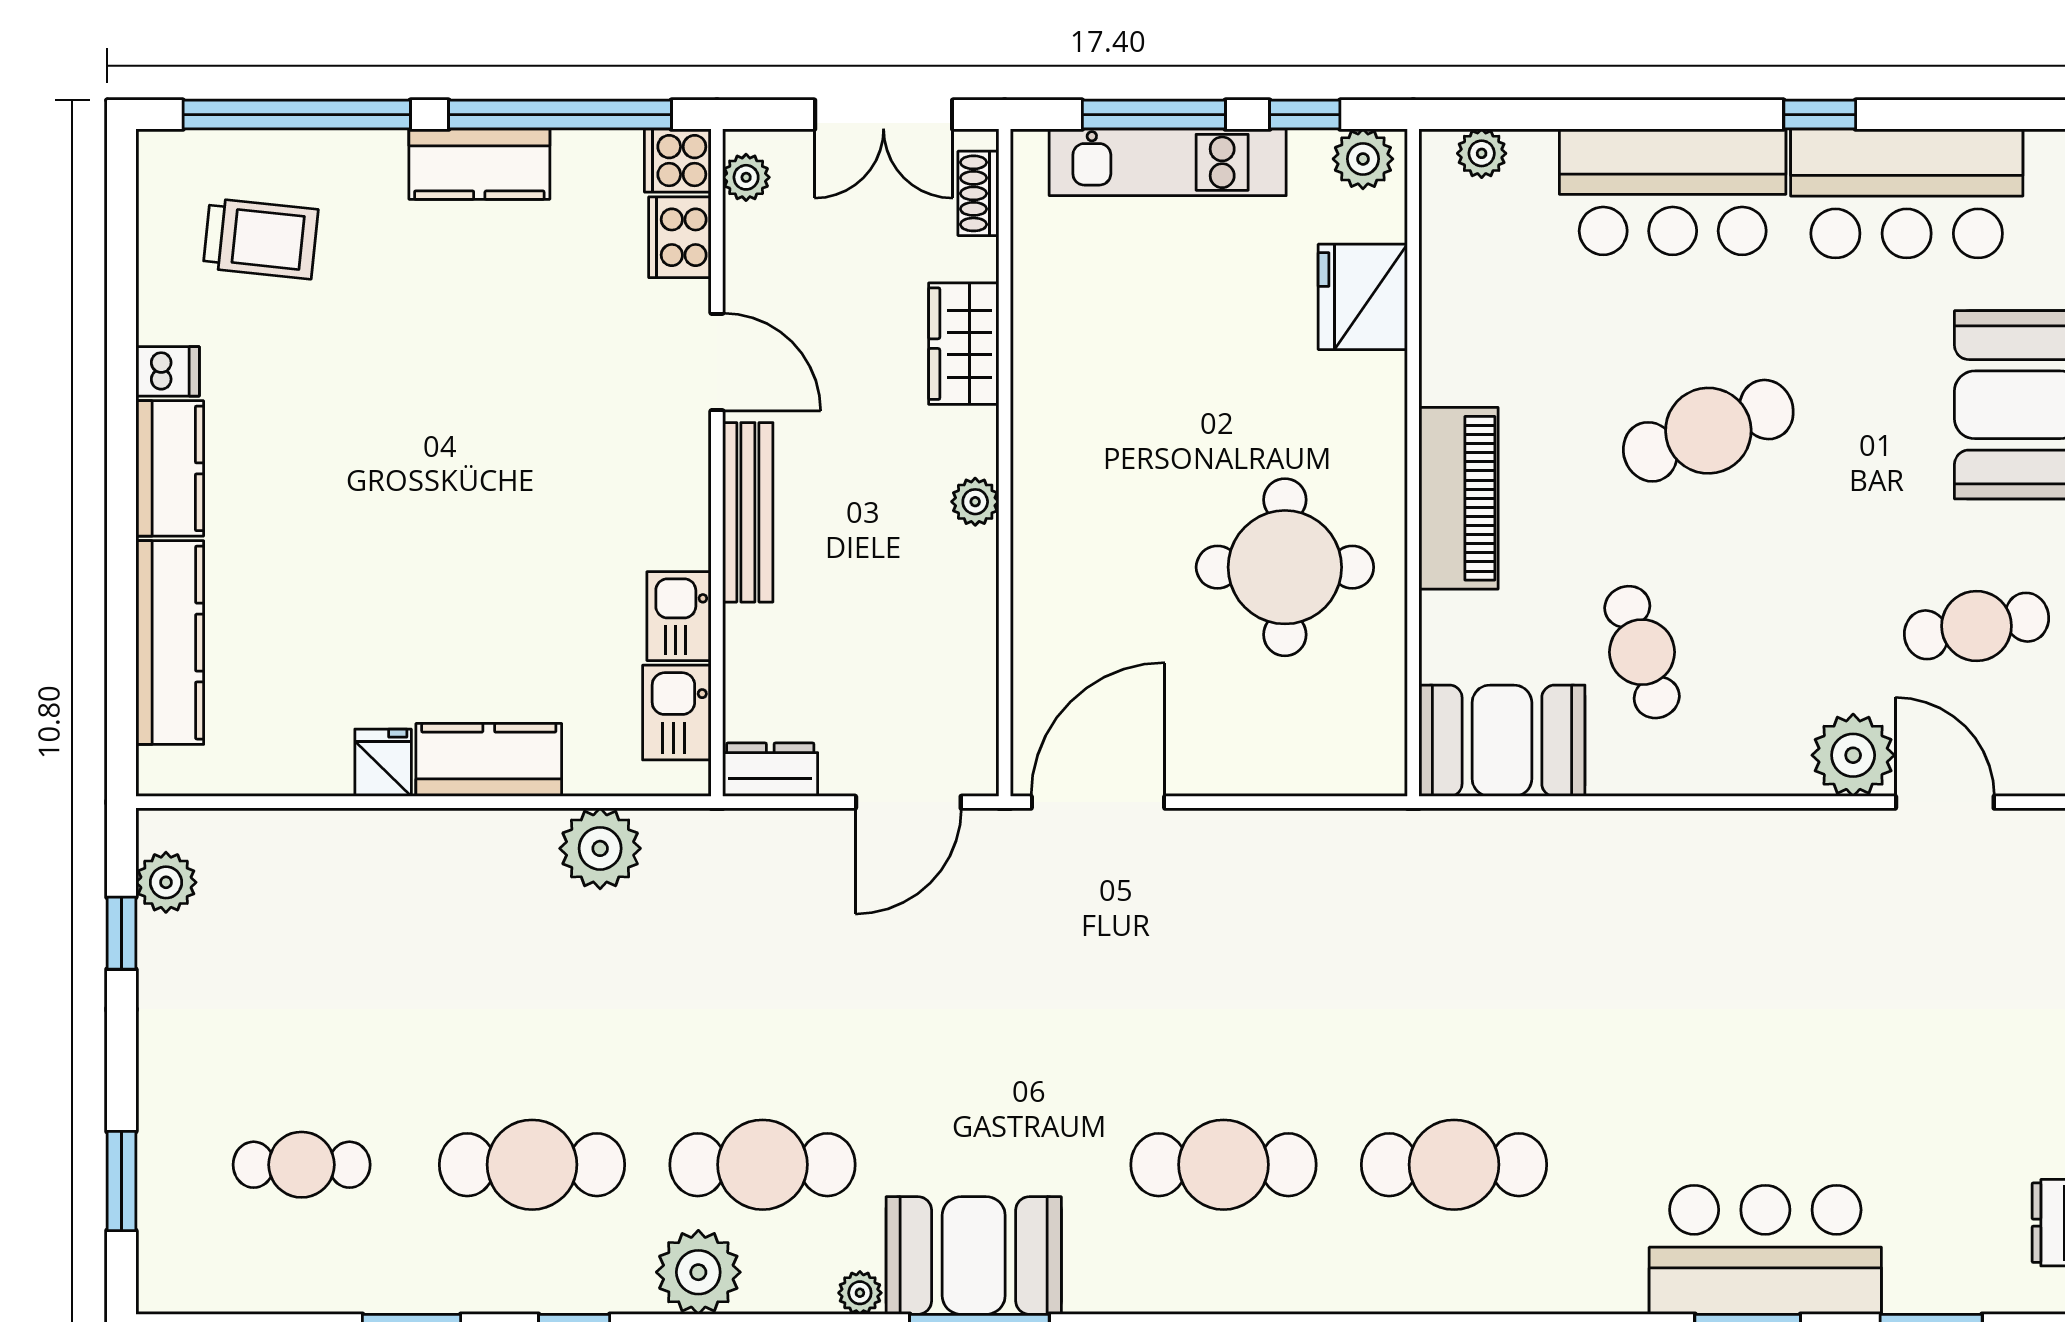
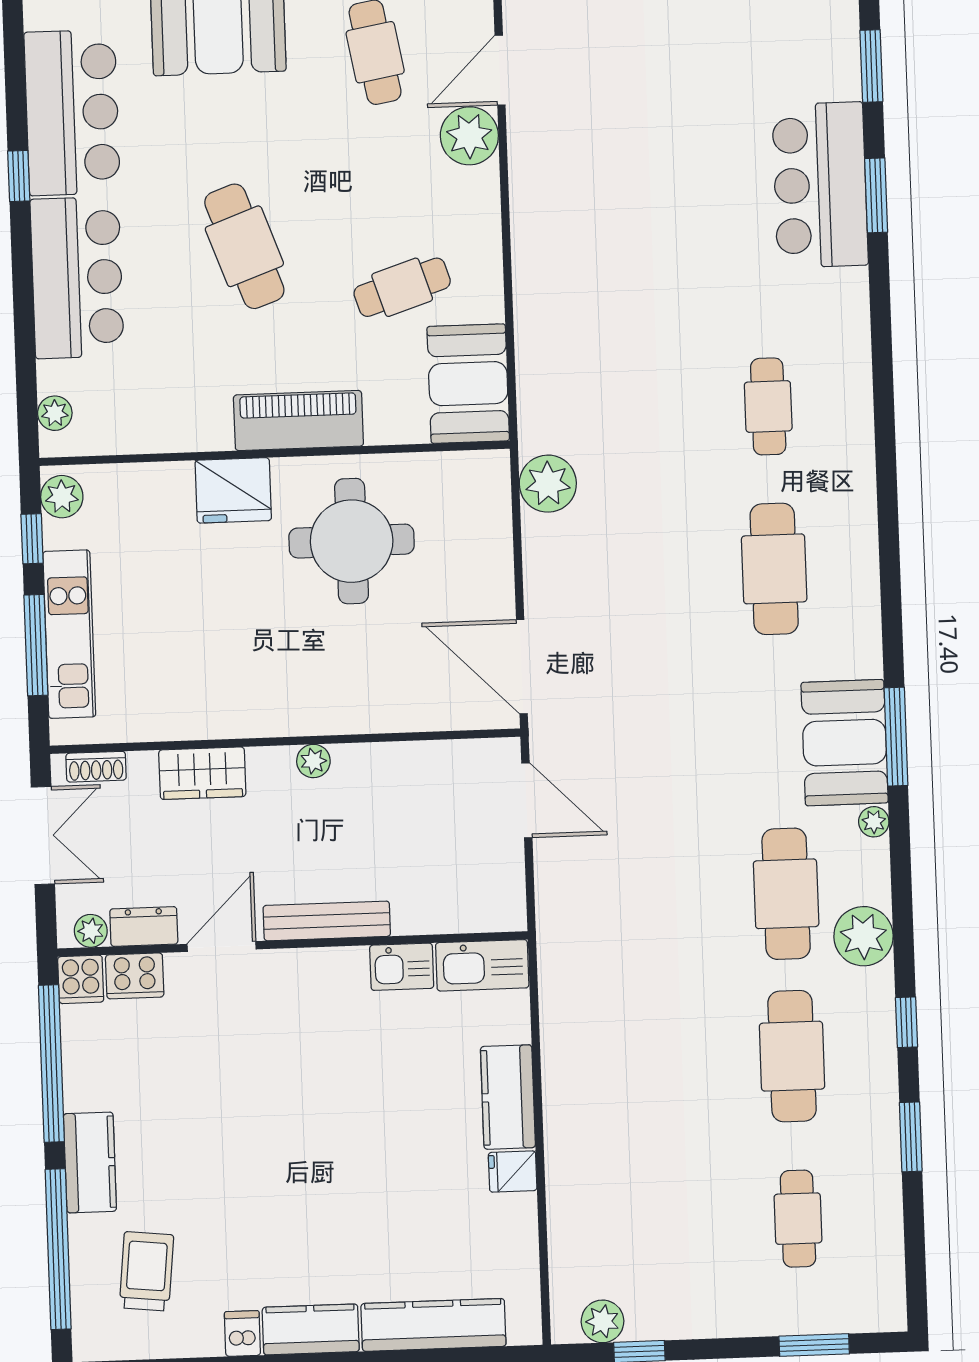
kitchen counter: (479, 164) -> (90, 1162), moved
fridge: (1363, 297) -> (233, 490), moved
kitchen sink: (677, 713) -> (482, 965), width x1.38
dresser: (770, 770) -> (144, 927), moved, turned 90
plant: (600, 848) -> (548, 484), moved
cafe table: (1454, 1165) -> (768, 406), width x0.73, depth x0.74

